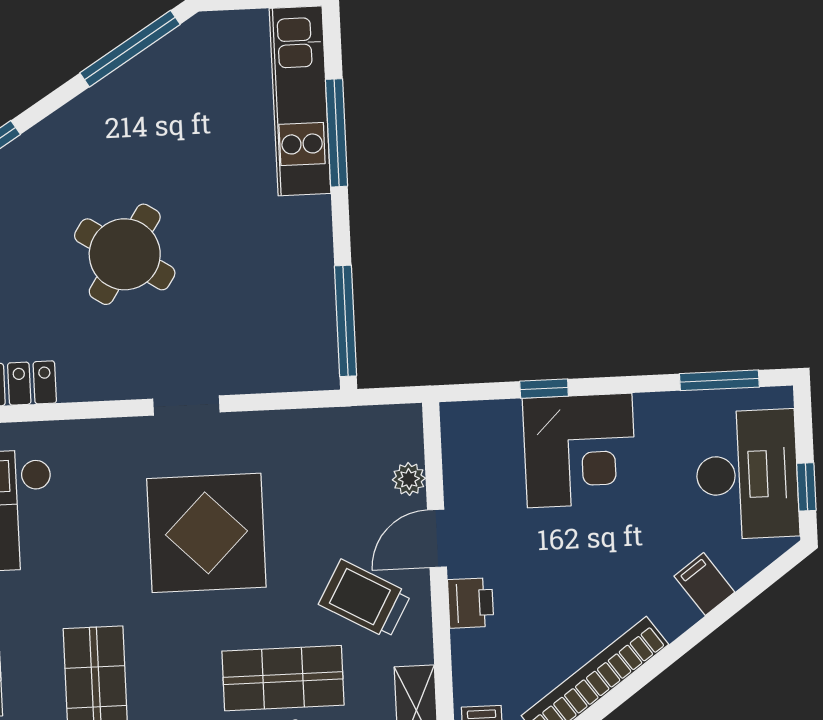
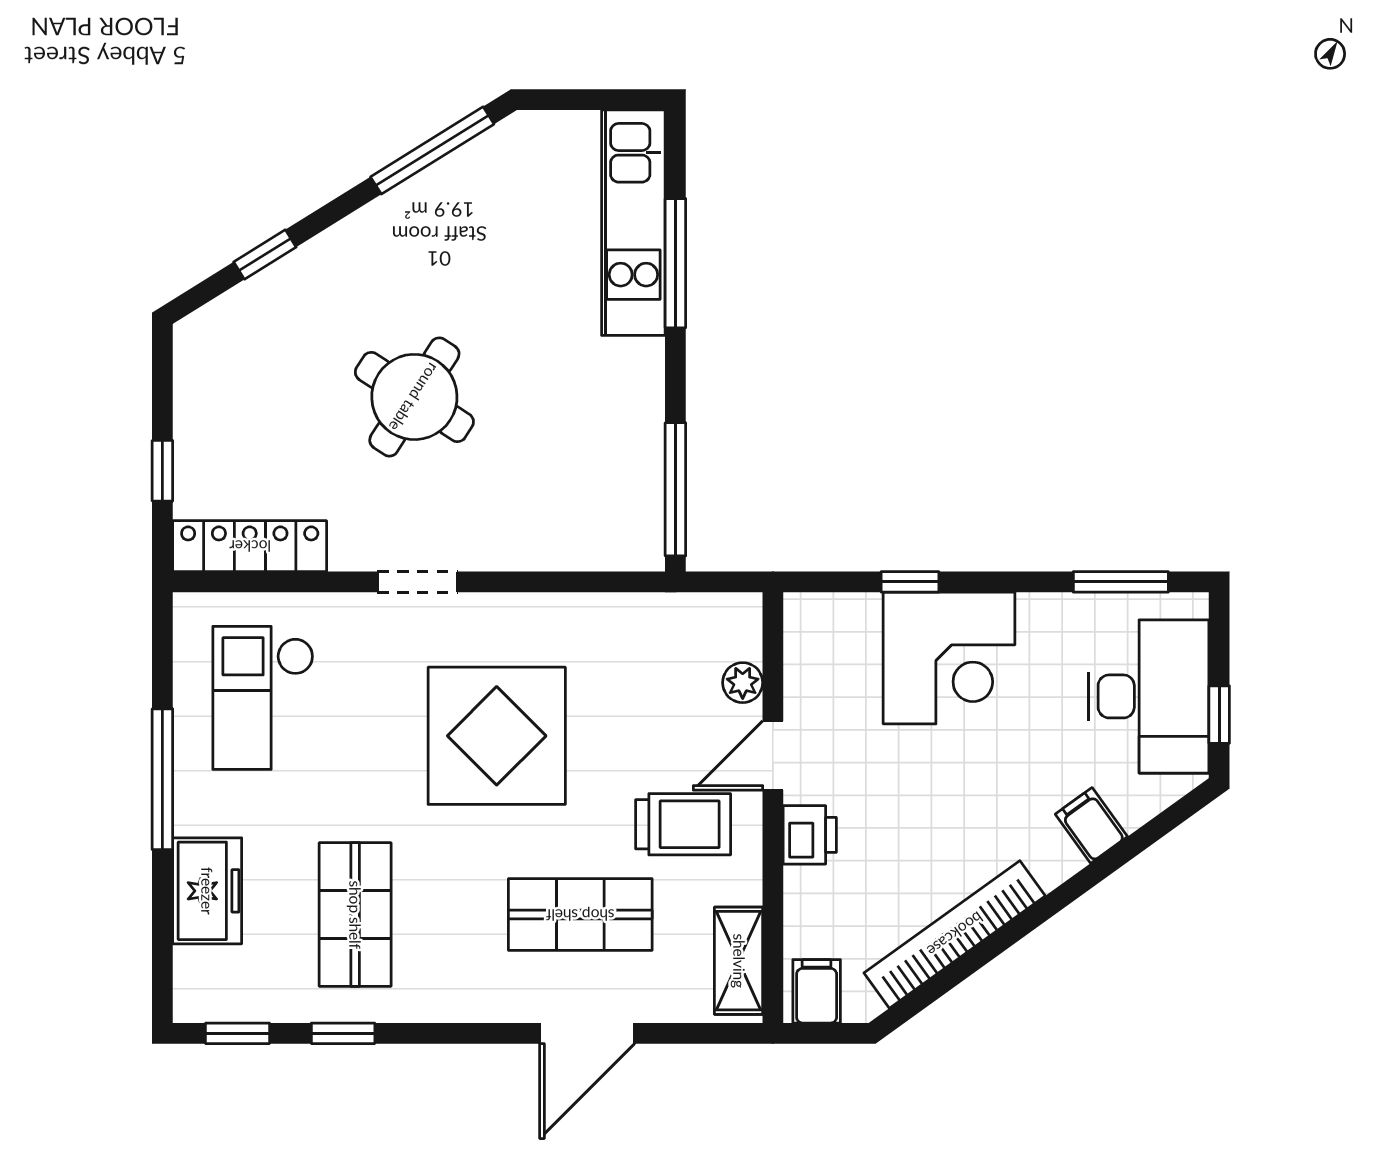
doorway: (186, 405) -> (417, 582), moved
trolley: (365, 599) -> (683, 824), turned 151

